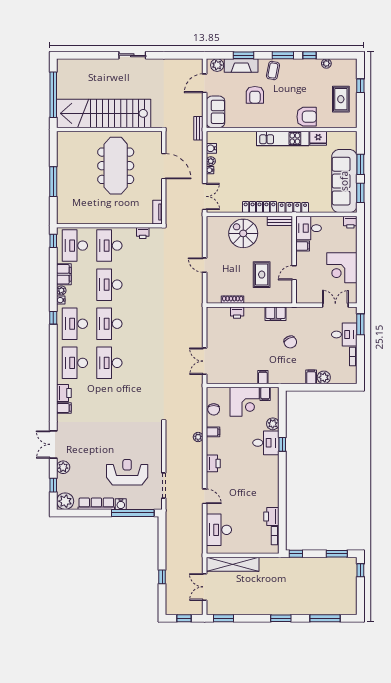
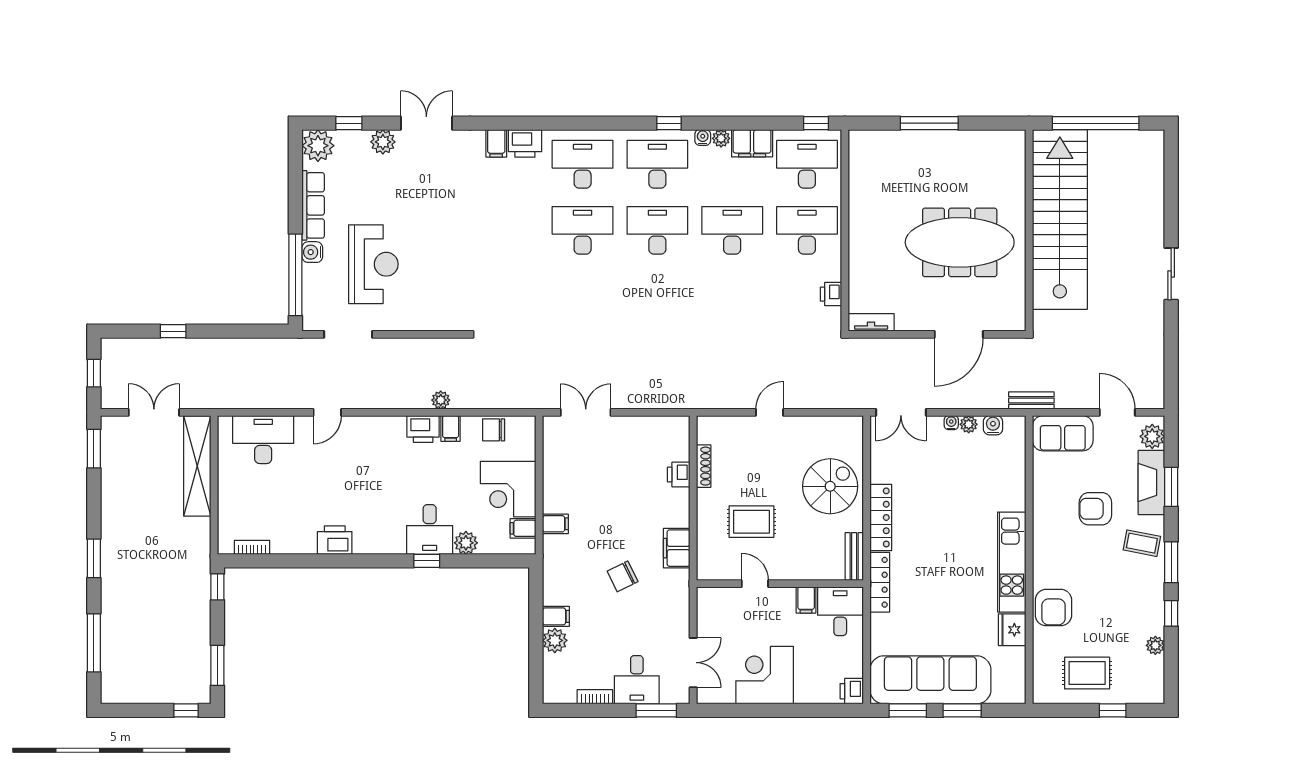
printer: (213, 463) -> (423, 429), moved
printer: (271, 516) -> (335, 540), moved

